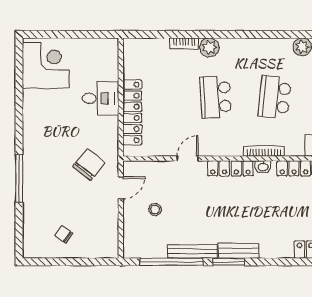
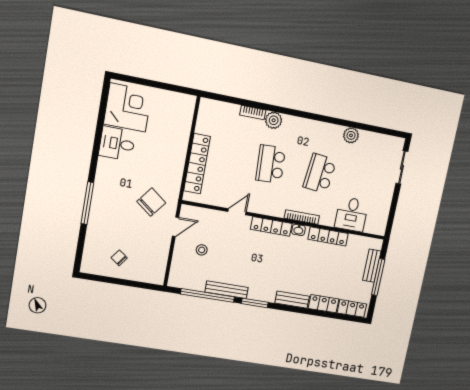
desk: (100, 98) -> (117, 144), moved, turned 180
bench: (239, 251) -> (292, 300), moved

